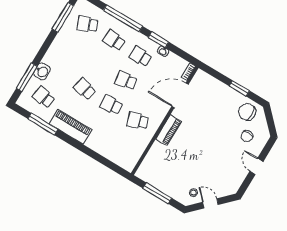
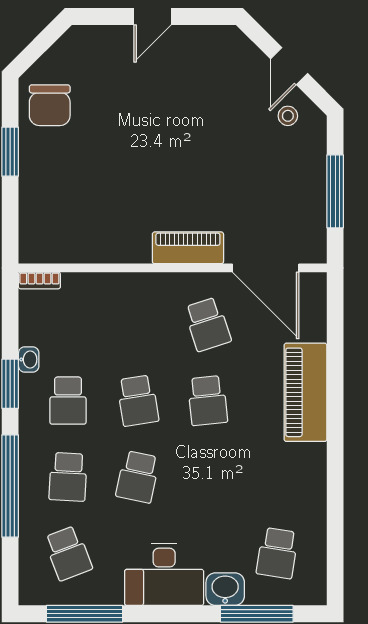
desk: (60, 53) -> (164, 574), added
school desk: (85, 89) -> (138, 477), moved
door: (180, 95) -> (266, 268), moved
window: (43, 124) -> (335, 520), removed
piano: (71, 127) -> (305, 392), moved
chair: (247, 136) -> (101, 75), removed

